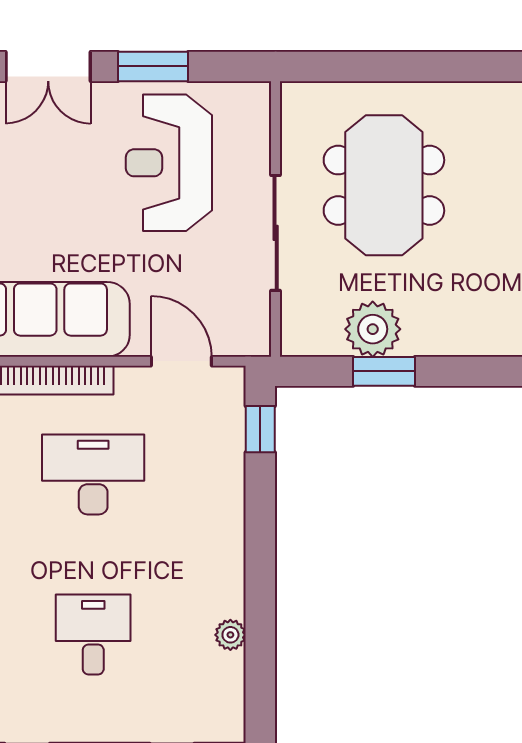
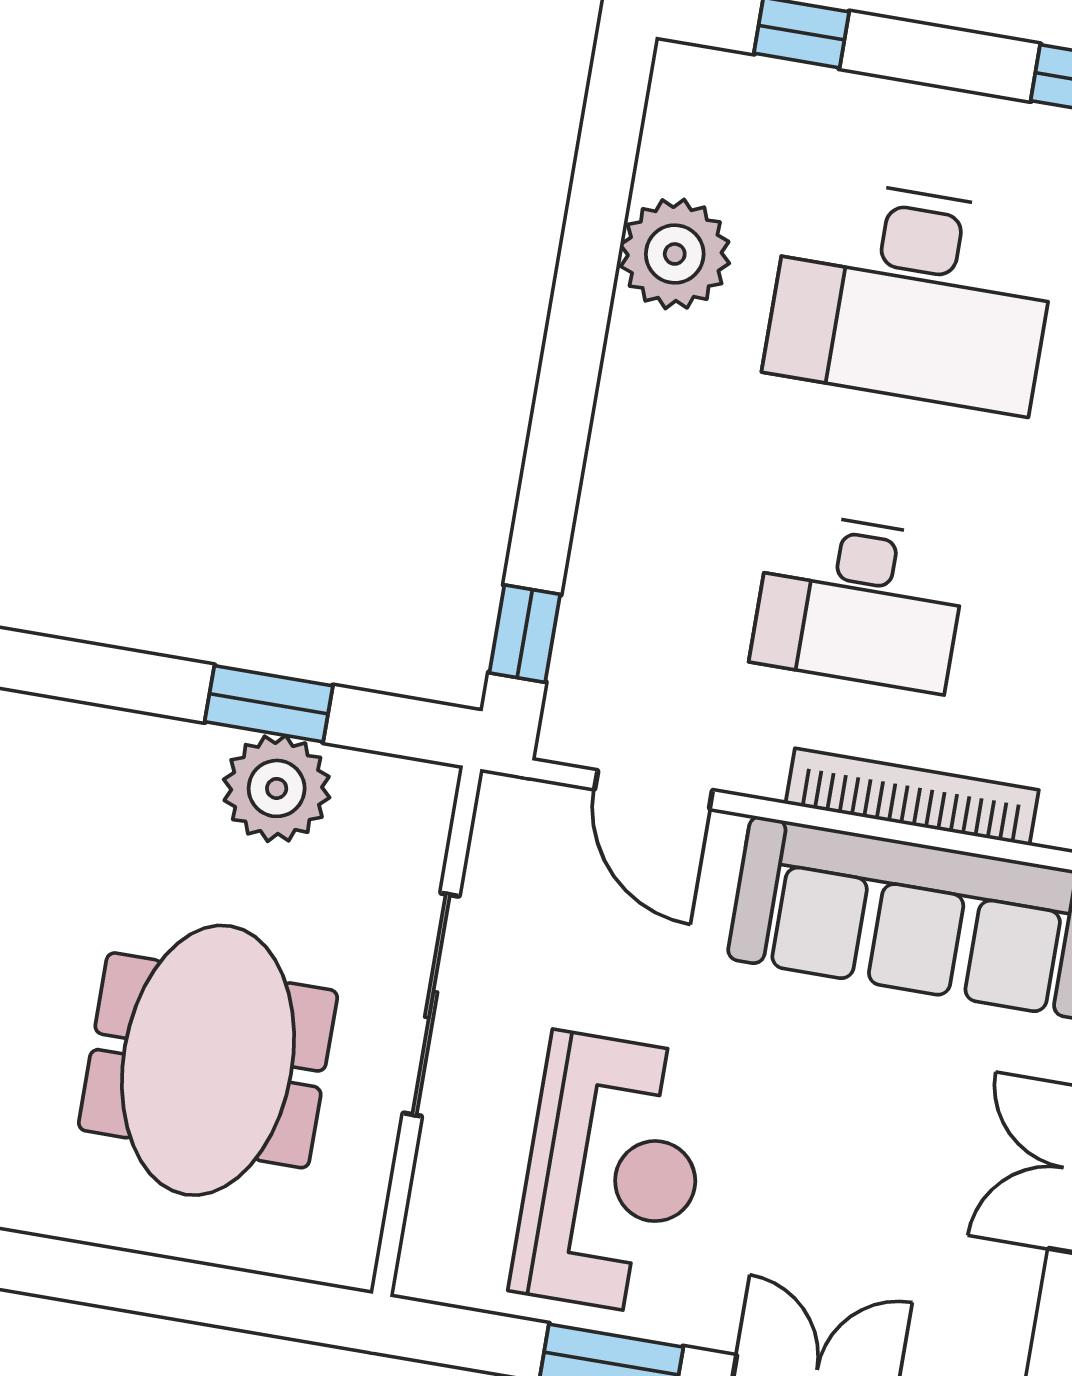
desk: (93, 635) -> (912, 295), width x1.87, depth x1.30
plant: (230, 635) -> (675, 254), width x1.88, depth x1.88

